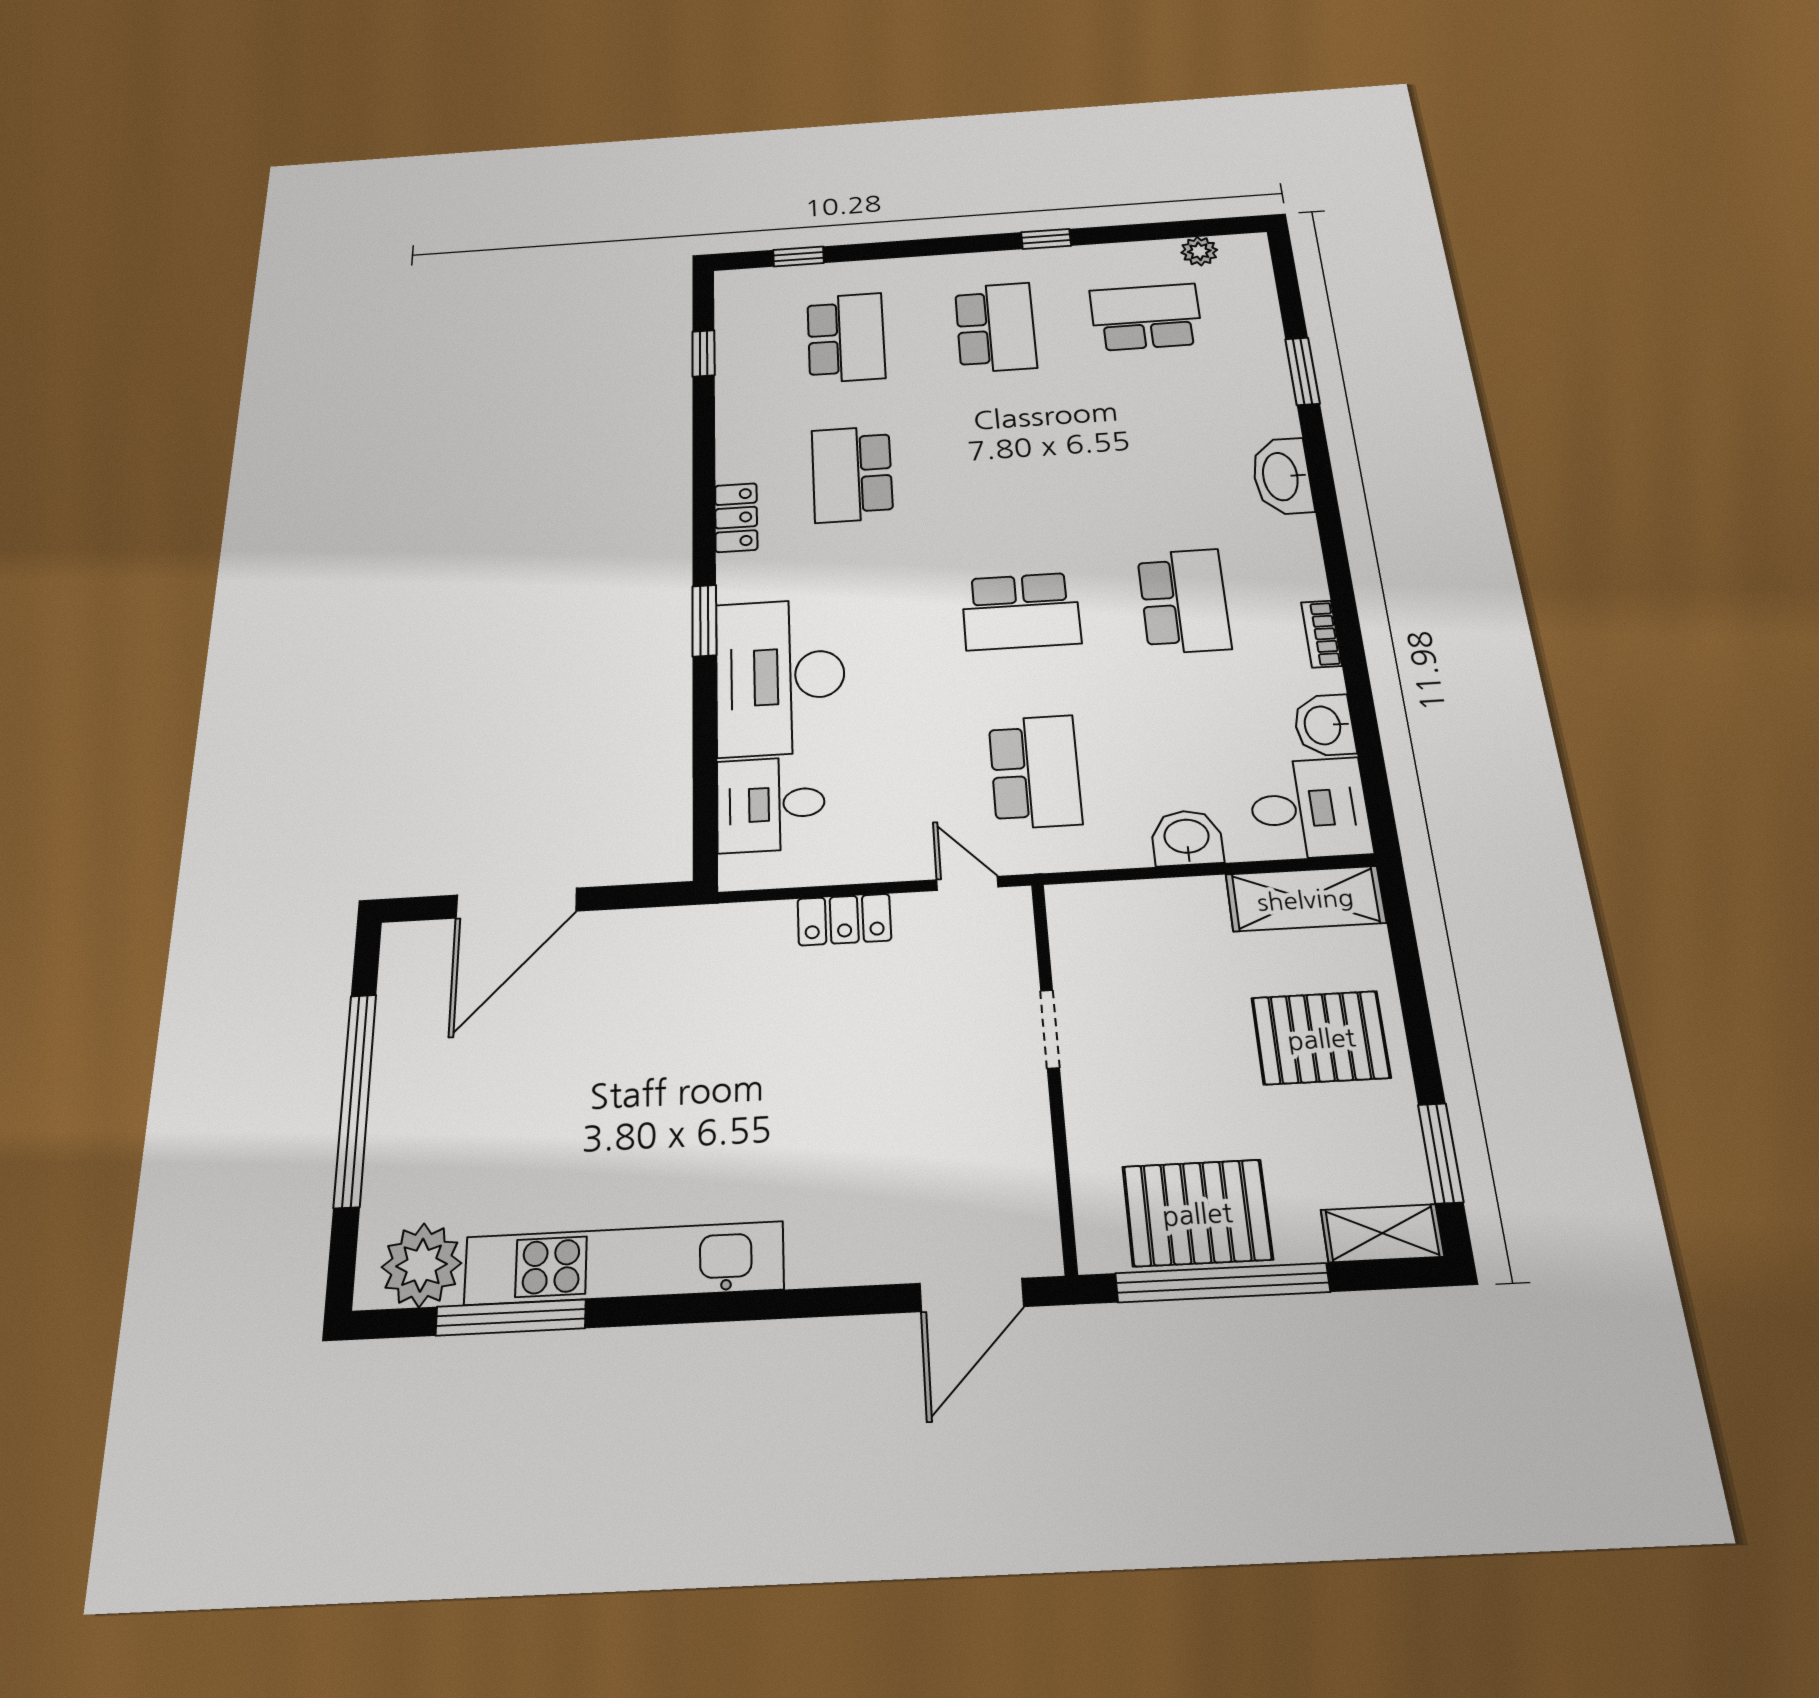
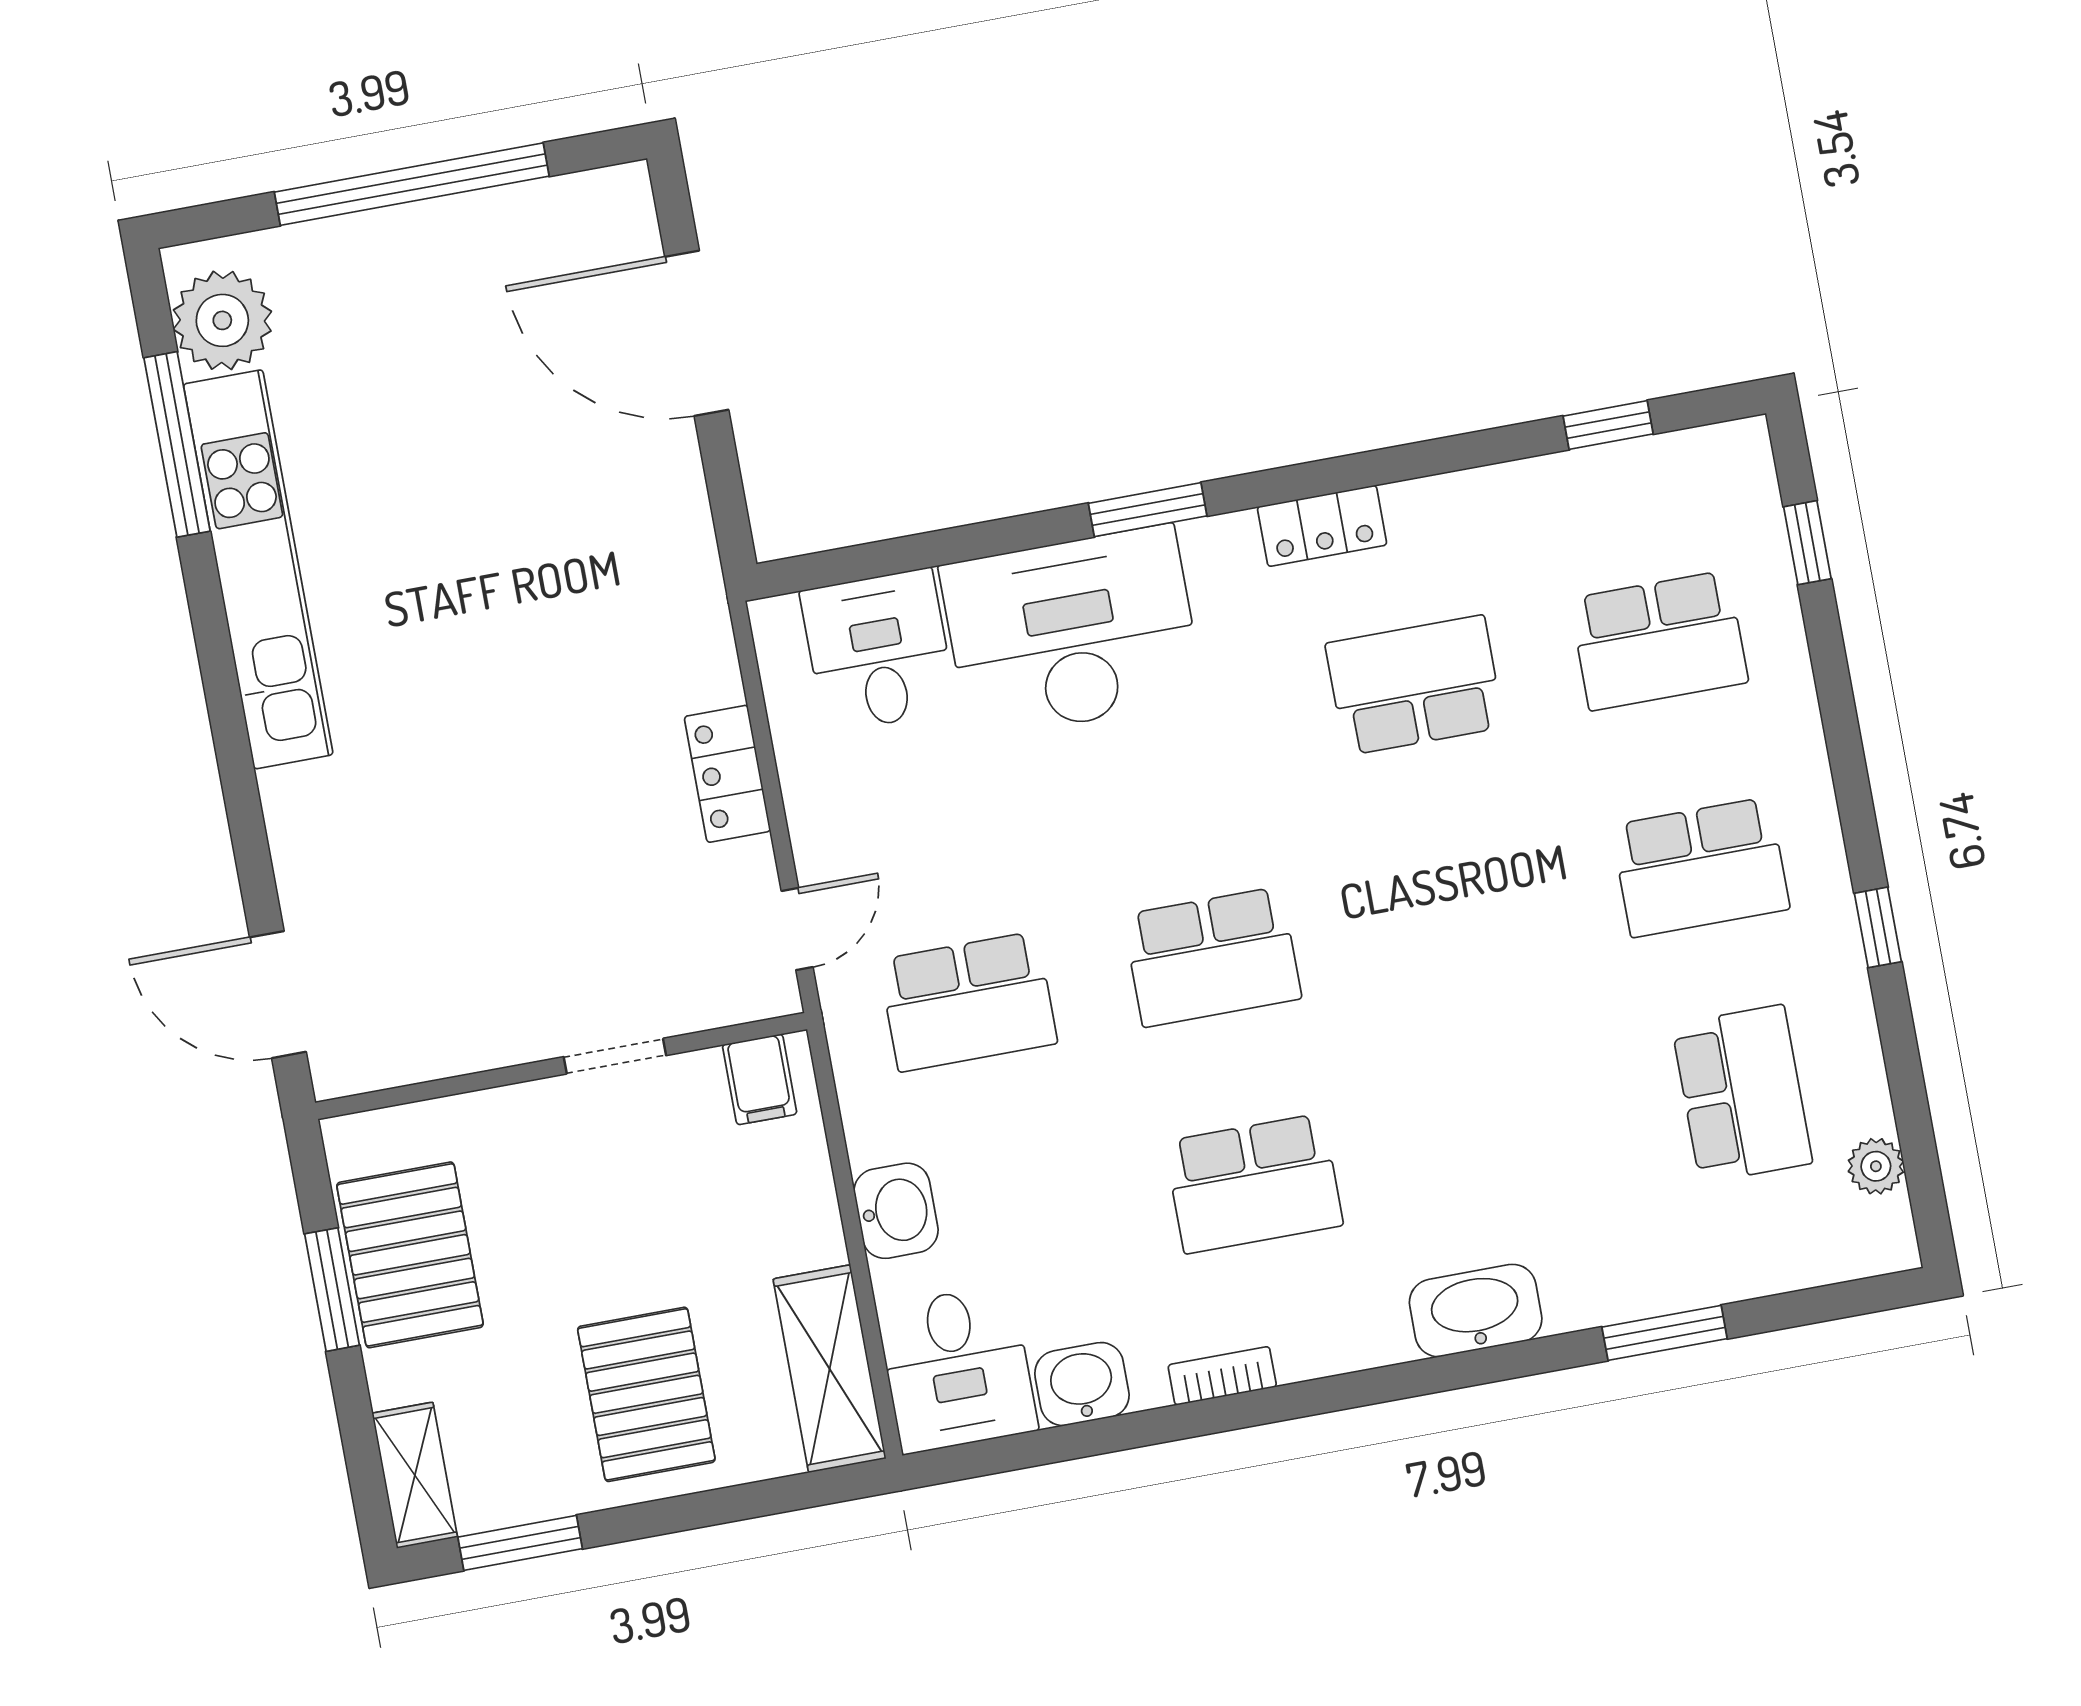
school desk: (1021, 611) -> (1212, 957), turned -90
filing cabinet: (1079, 923) -> (760, 1079), added
window: (1222, 1283) -> (332, 1290), width x0.47

